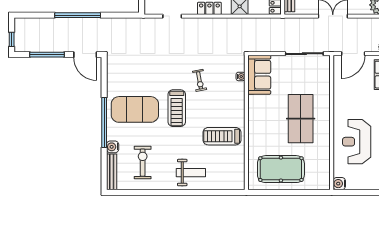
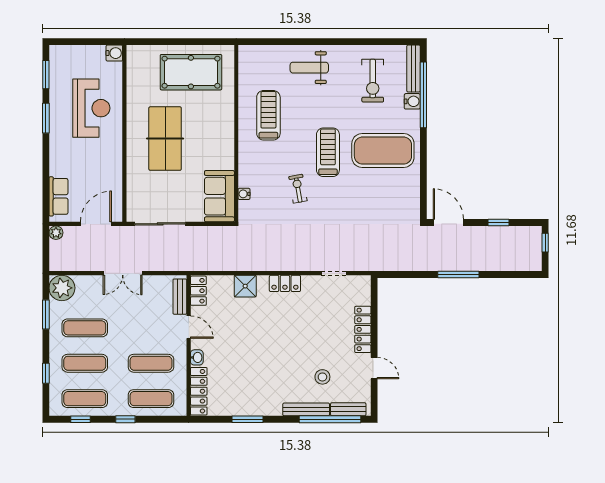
window: (78, 15) -> (458, 275), width x0.68
window: (47, 55) -> (498, 223), width x0.46
window: (104, 123) -> (423, 95), moved
treadmill: (222, 136) -> (268, 115), turned -90

